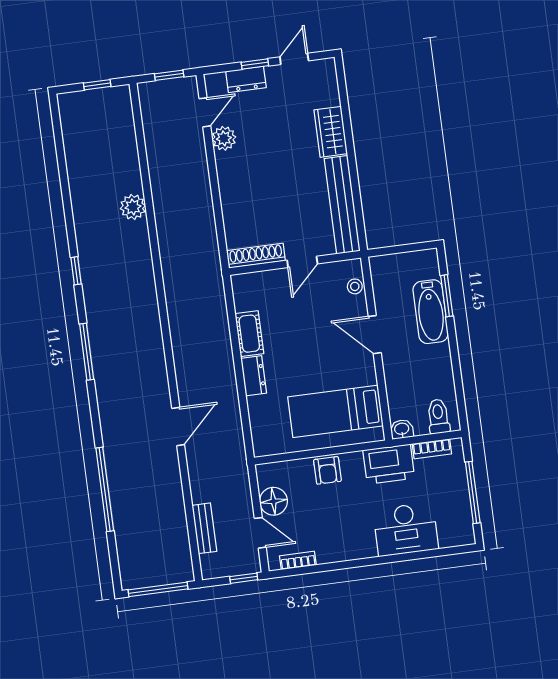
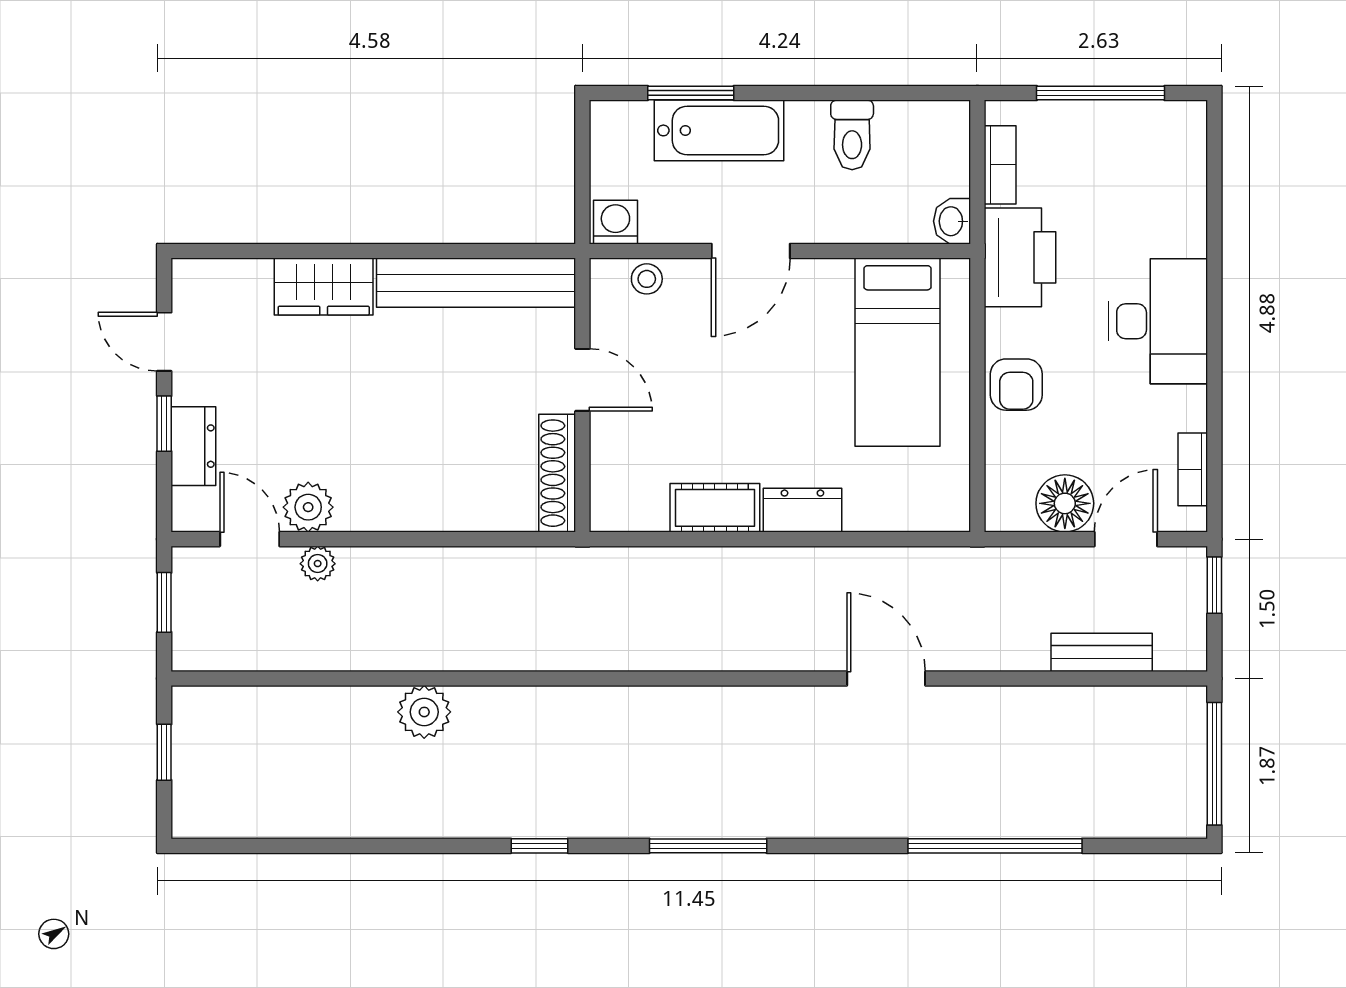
plant: (197, 146) -> (318, 564), added
washing machine: (380, 268) -> (615, 222), added
toilet: (438, 416) -> (852, 135), moved, turned -90
armchair: (327, 470) -> (1016, 385), turned 90
desk: (406, 529) -> (1158, 321), moved

